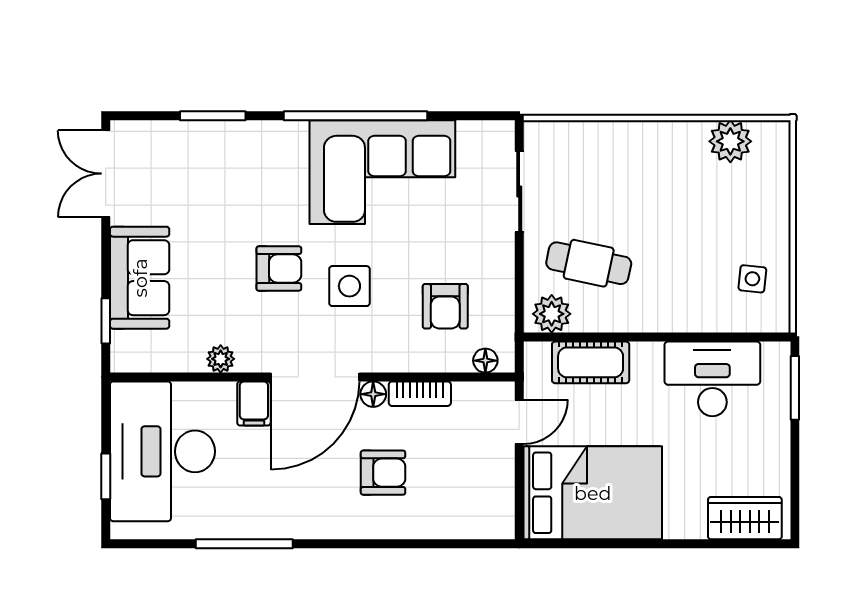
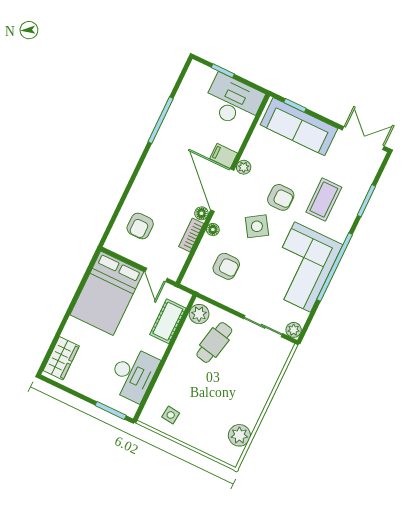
plant: (500, 135) -> (294, 330), added
coffee table: (246, 191) -> (324, 200), added
armchair: (279, 269) -> (281, 197), turned -90
sofa: (140, 278) -> (299, 127), width x1.36
side table: (349, 286) -> (257, 226), turned -33
armchair: (445, 306) -> (226, 266), turned 180
plant: (221, 359) -> (244, 167), moved
floor lamp: (485, 361) -> (213, 230), moved
desk: (162, 451) -> (233, 101), width x0.73, depth x0.77
armchair: (383, 473) -> (140, 226), moved

